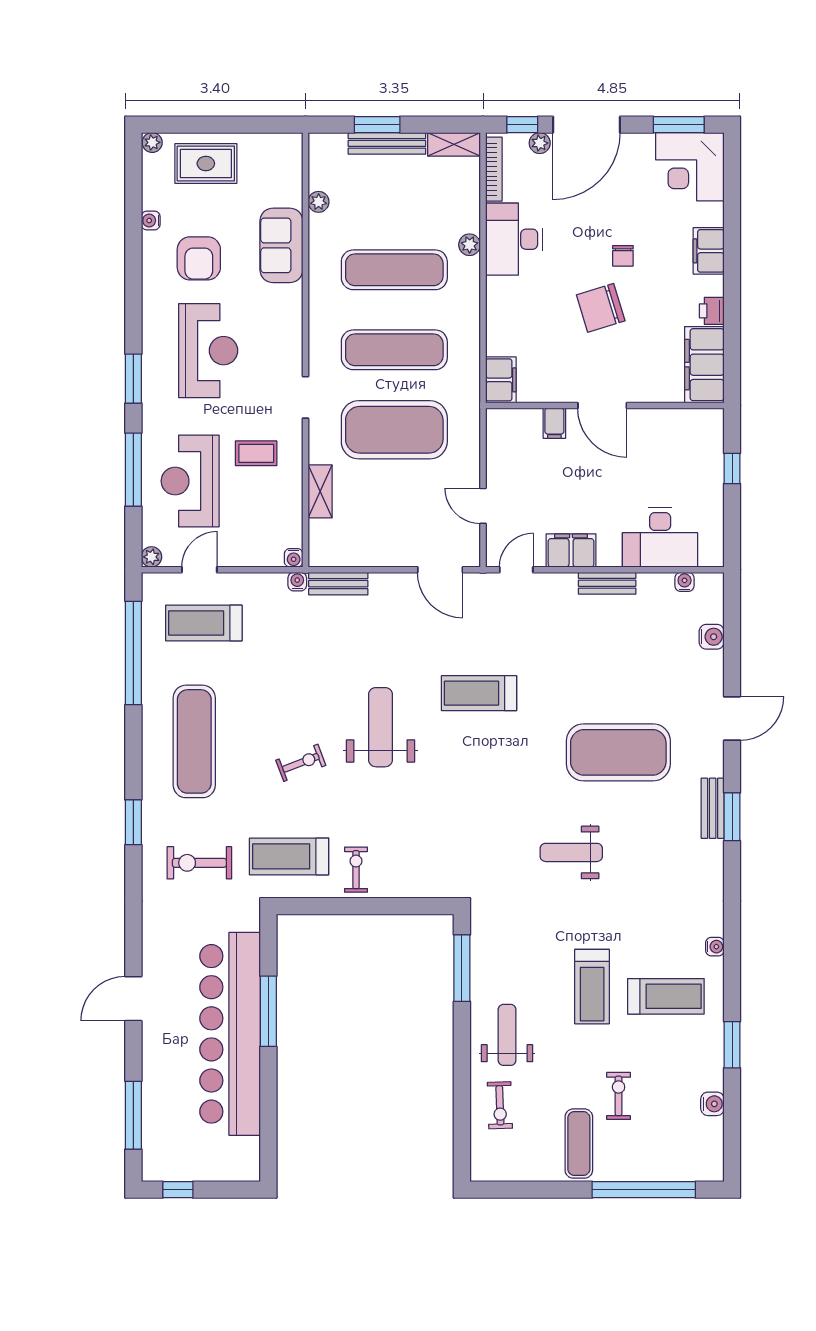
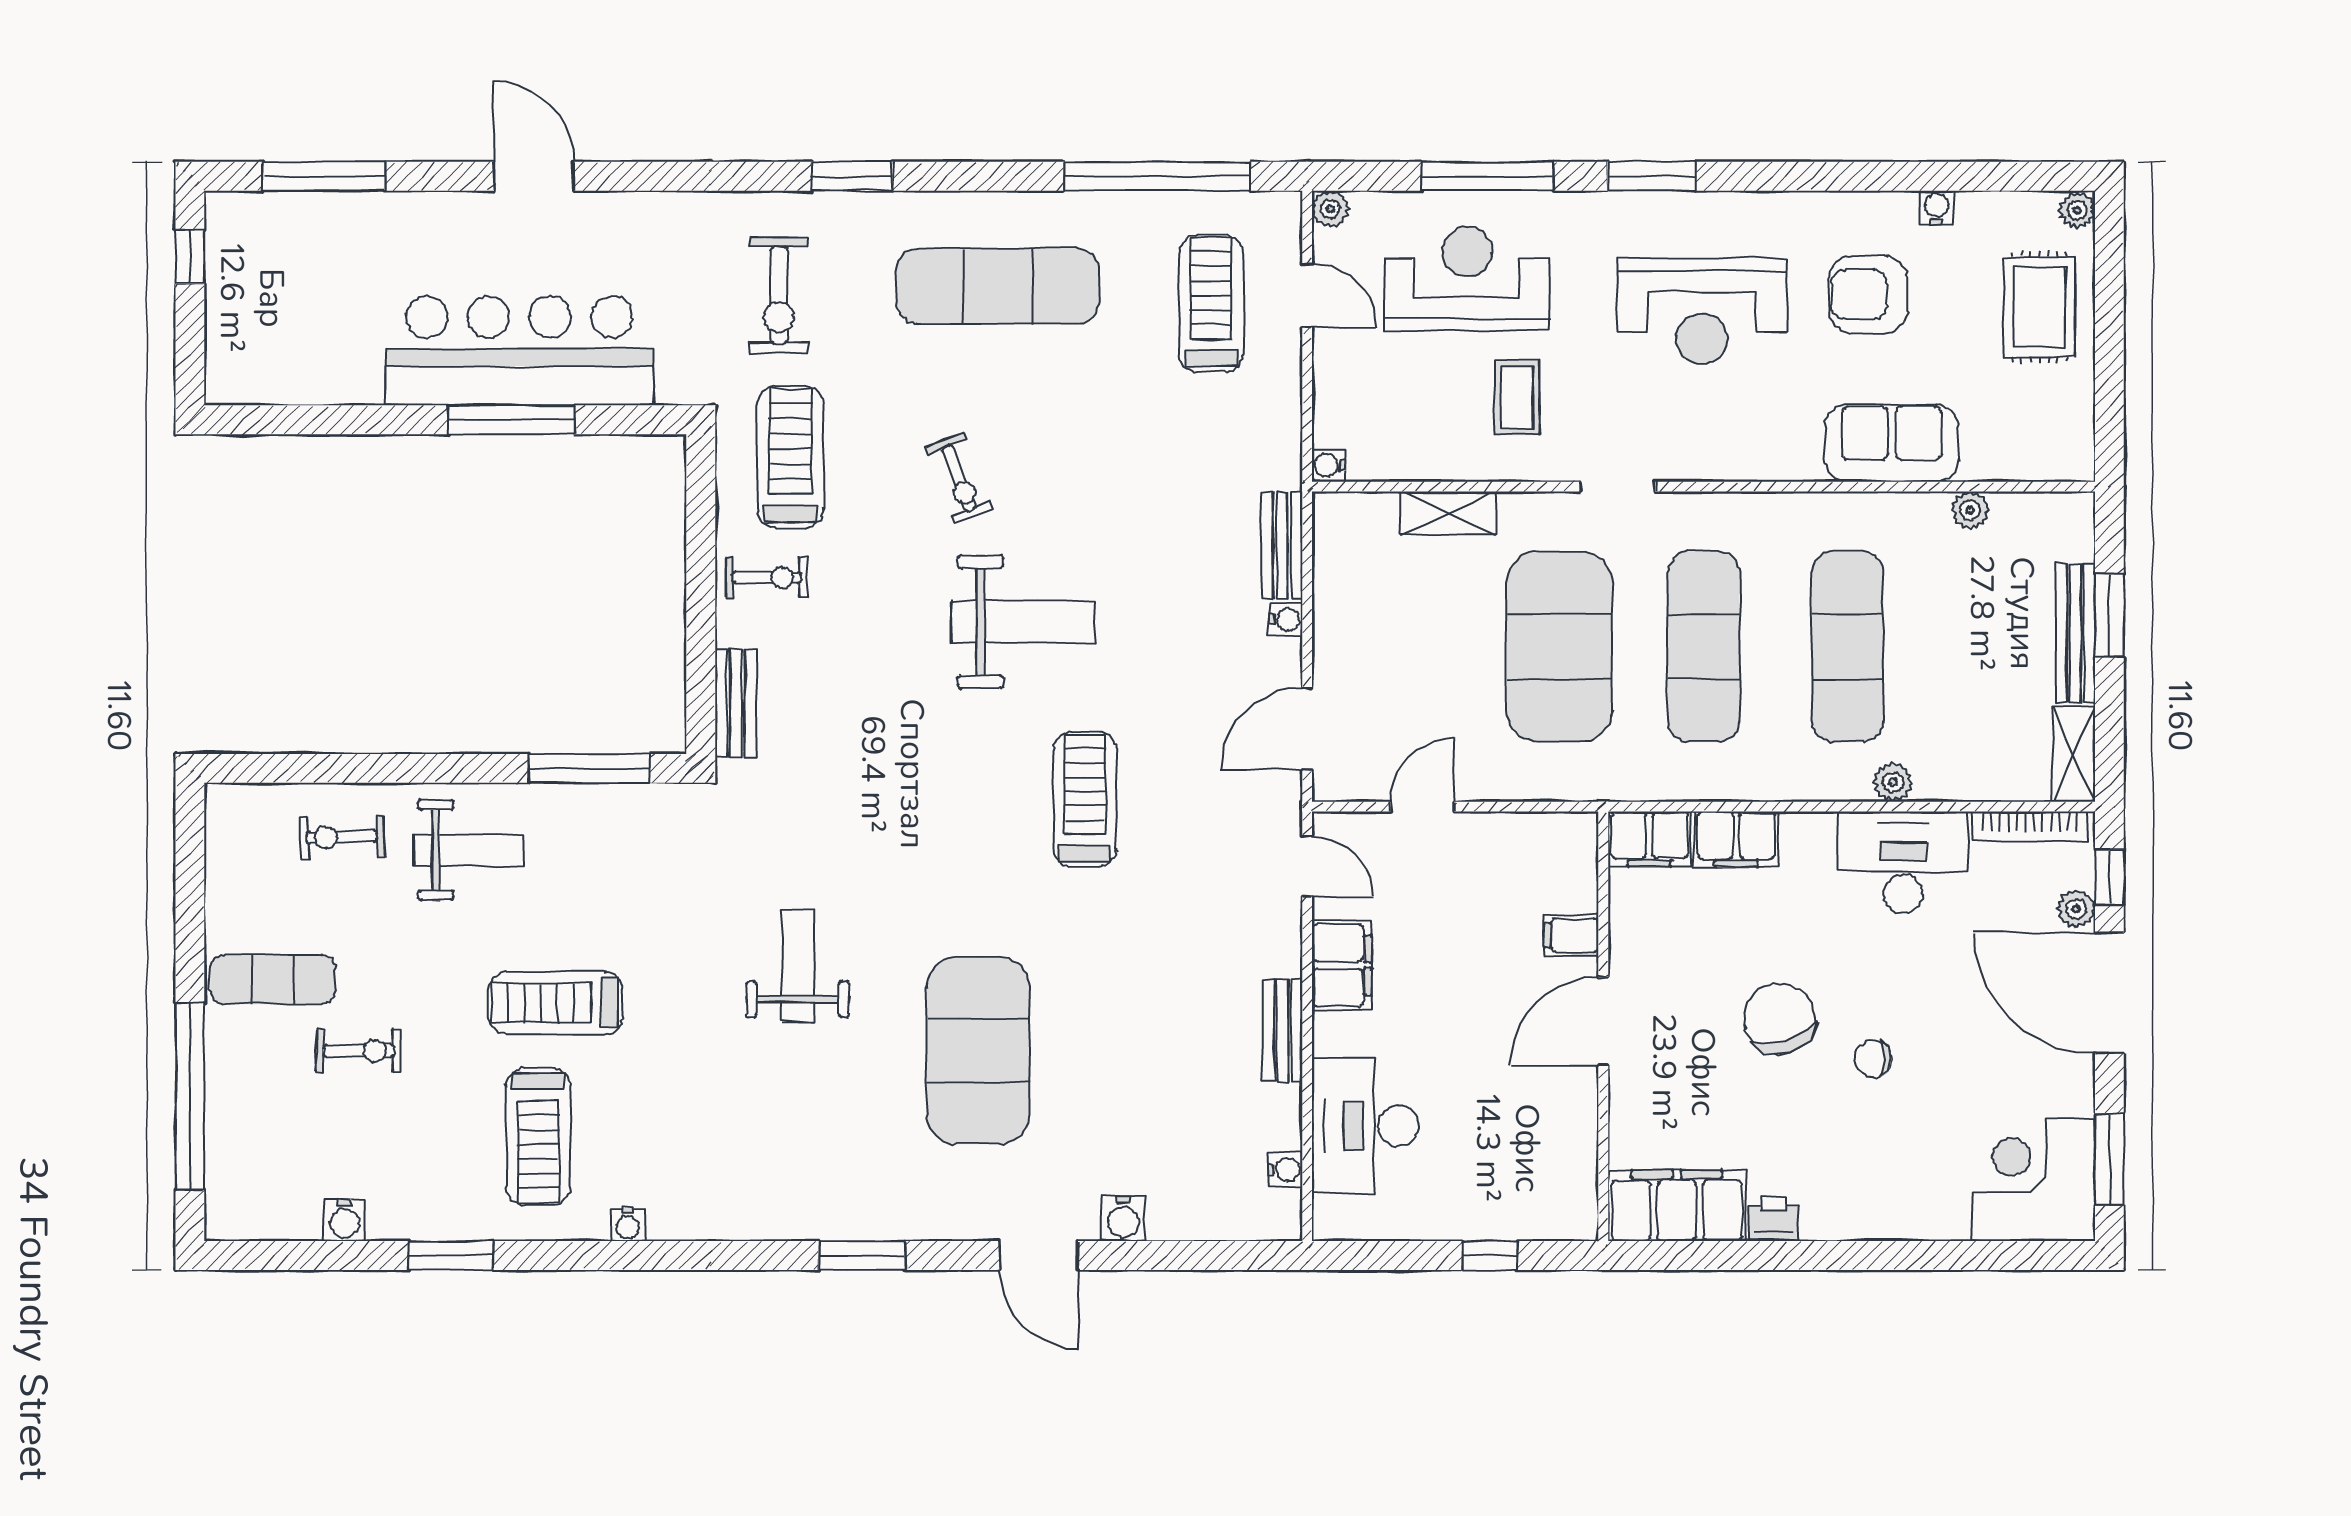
filing cabinet: (709, 251) -> (1736, 839), moved, turned 180
water cooler: (297, 582) -> (1286, 620), moved
water cooler: (712, 637) -> (1123, 1219), moved
bench: (713, 808) -> (736, 703), moved, turned 90
exercise bike: (199, 863) -> (779, 295), turned 180
bar counter: (230, 1034) -> (519, 351), width x0.73

